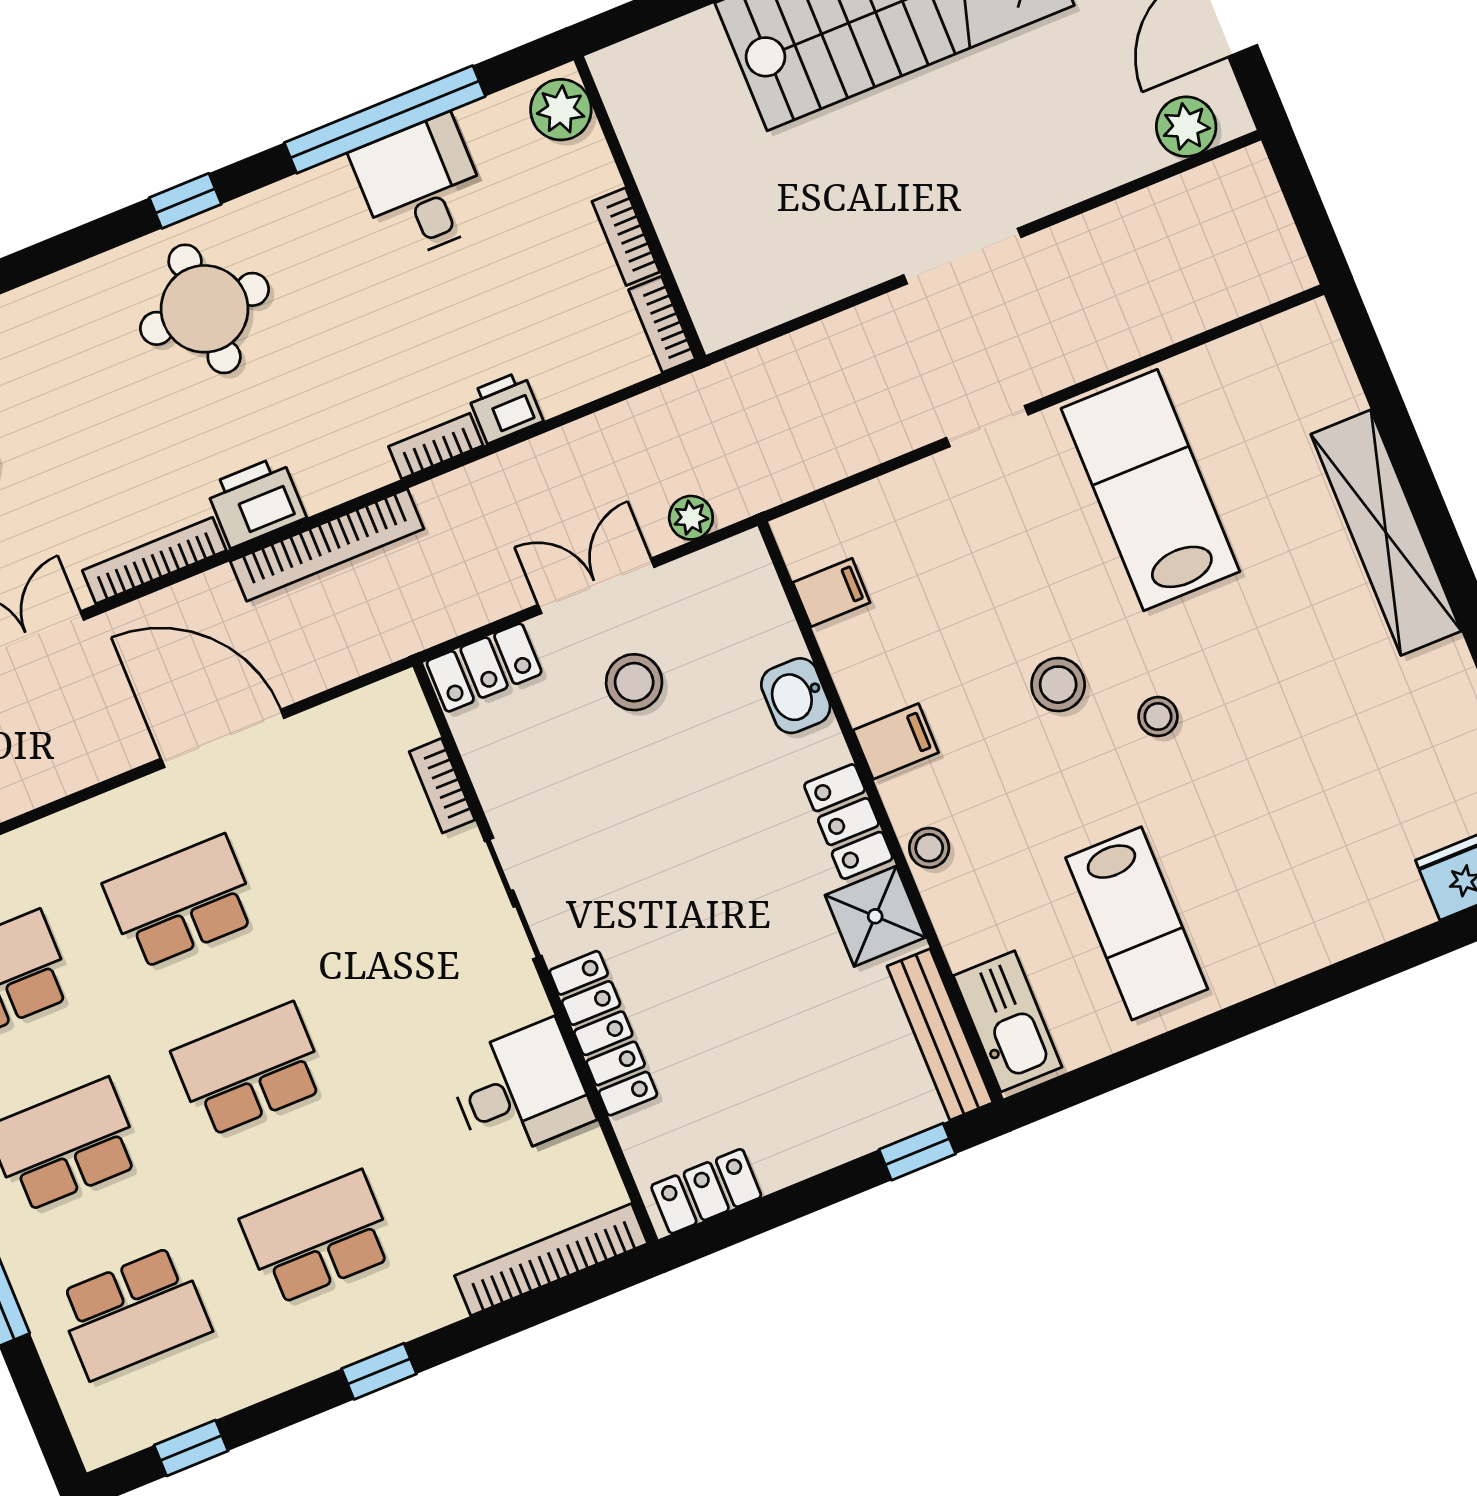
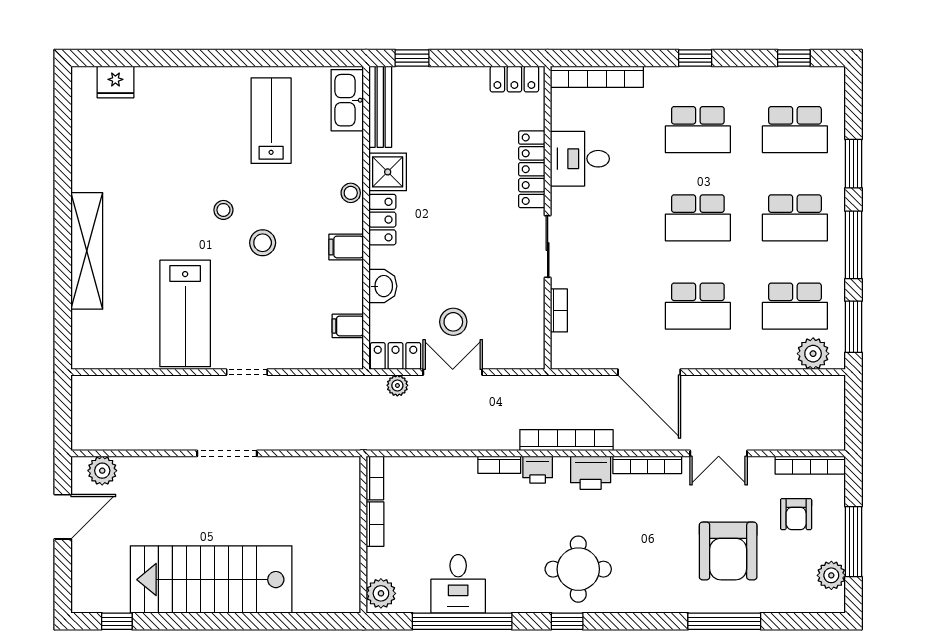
printer: (505, 407) -> (538, 470), moved
double door: (596, 586) -> (453, 372), swing flipped
locker: (484, 668) -> (395, 356), moved
school desk: (134, 1313) -> (795, 130), turned 180

